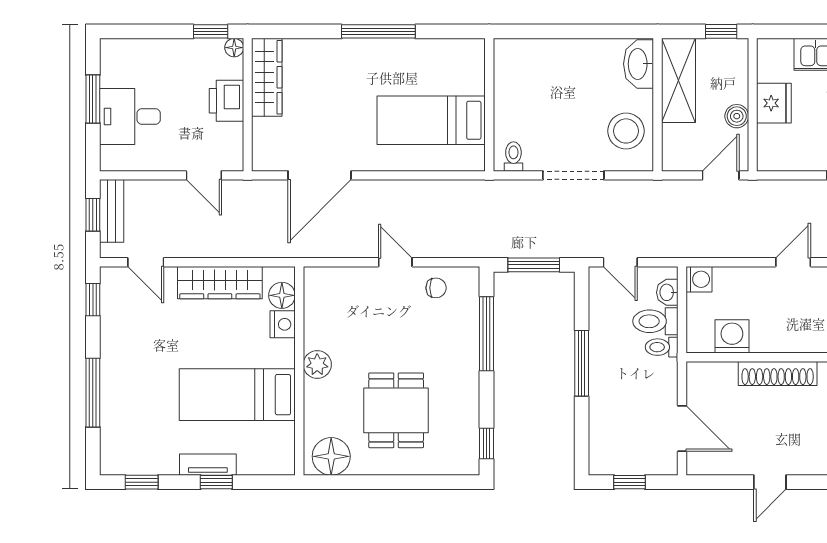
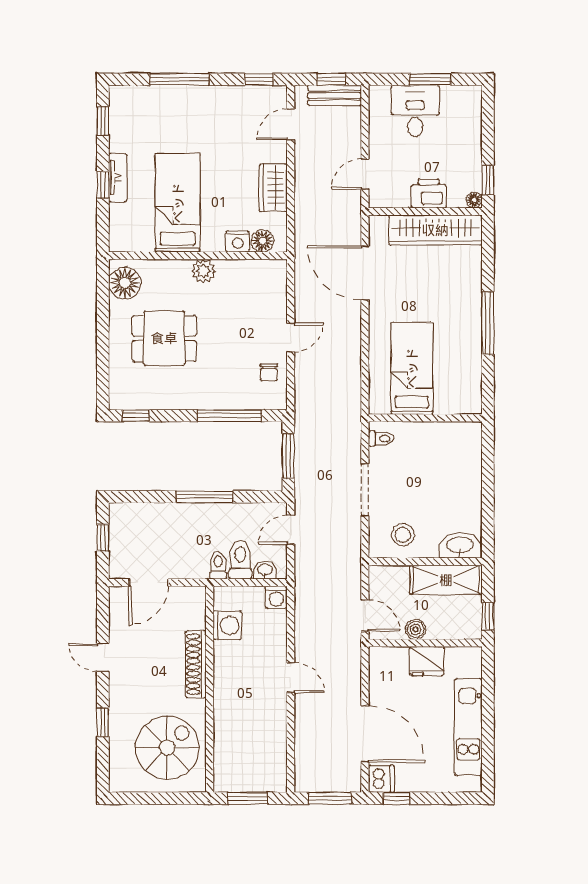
wardrobe: (267, 77) -> (435, 230), width x1.40, depth x1.17
stool: (626, 131) -> (403, 535), width x0.73, depth x0.73
wardrobe: (220, 283) -> (273, 188), width x0.67

